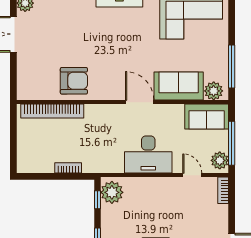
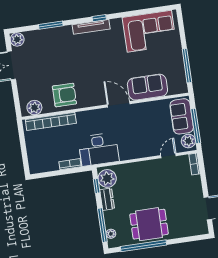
plant: (214, 91) -> (34, 108), moved
sofa: (207, 117) -> (182, 116), moved, turned 90
desk: (148, 155) -> (99, 149), moved
door: (192, 175) -> (168, 156), hinge flipped
dresser: (108, 218) -> (107, 199), added

